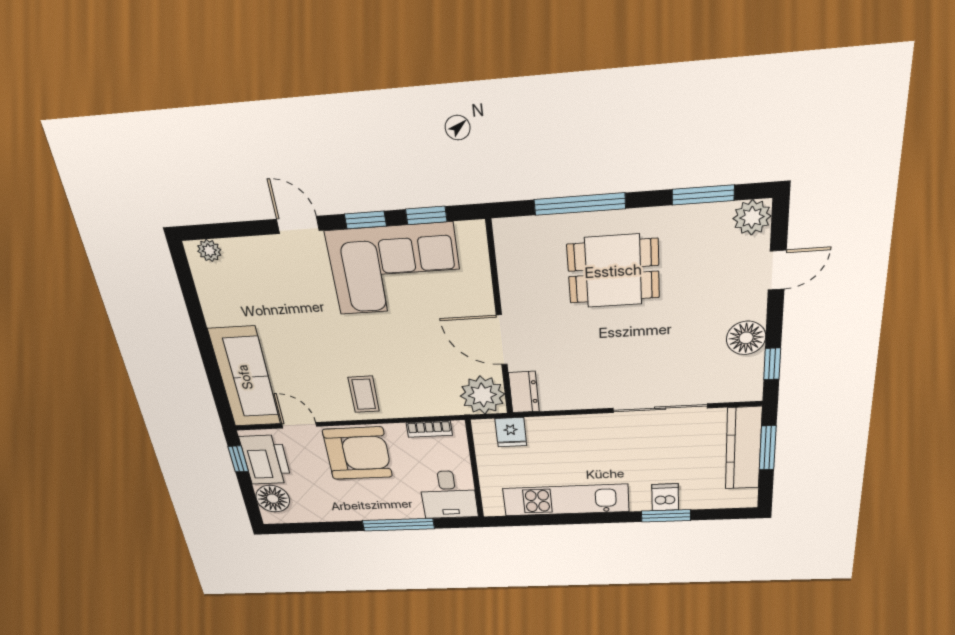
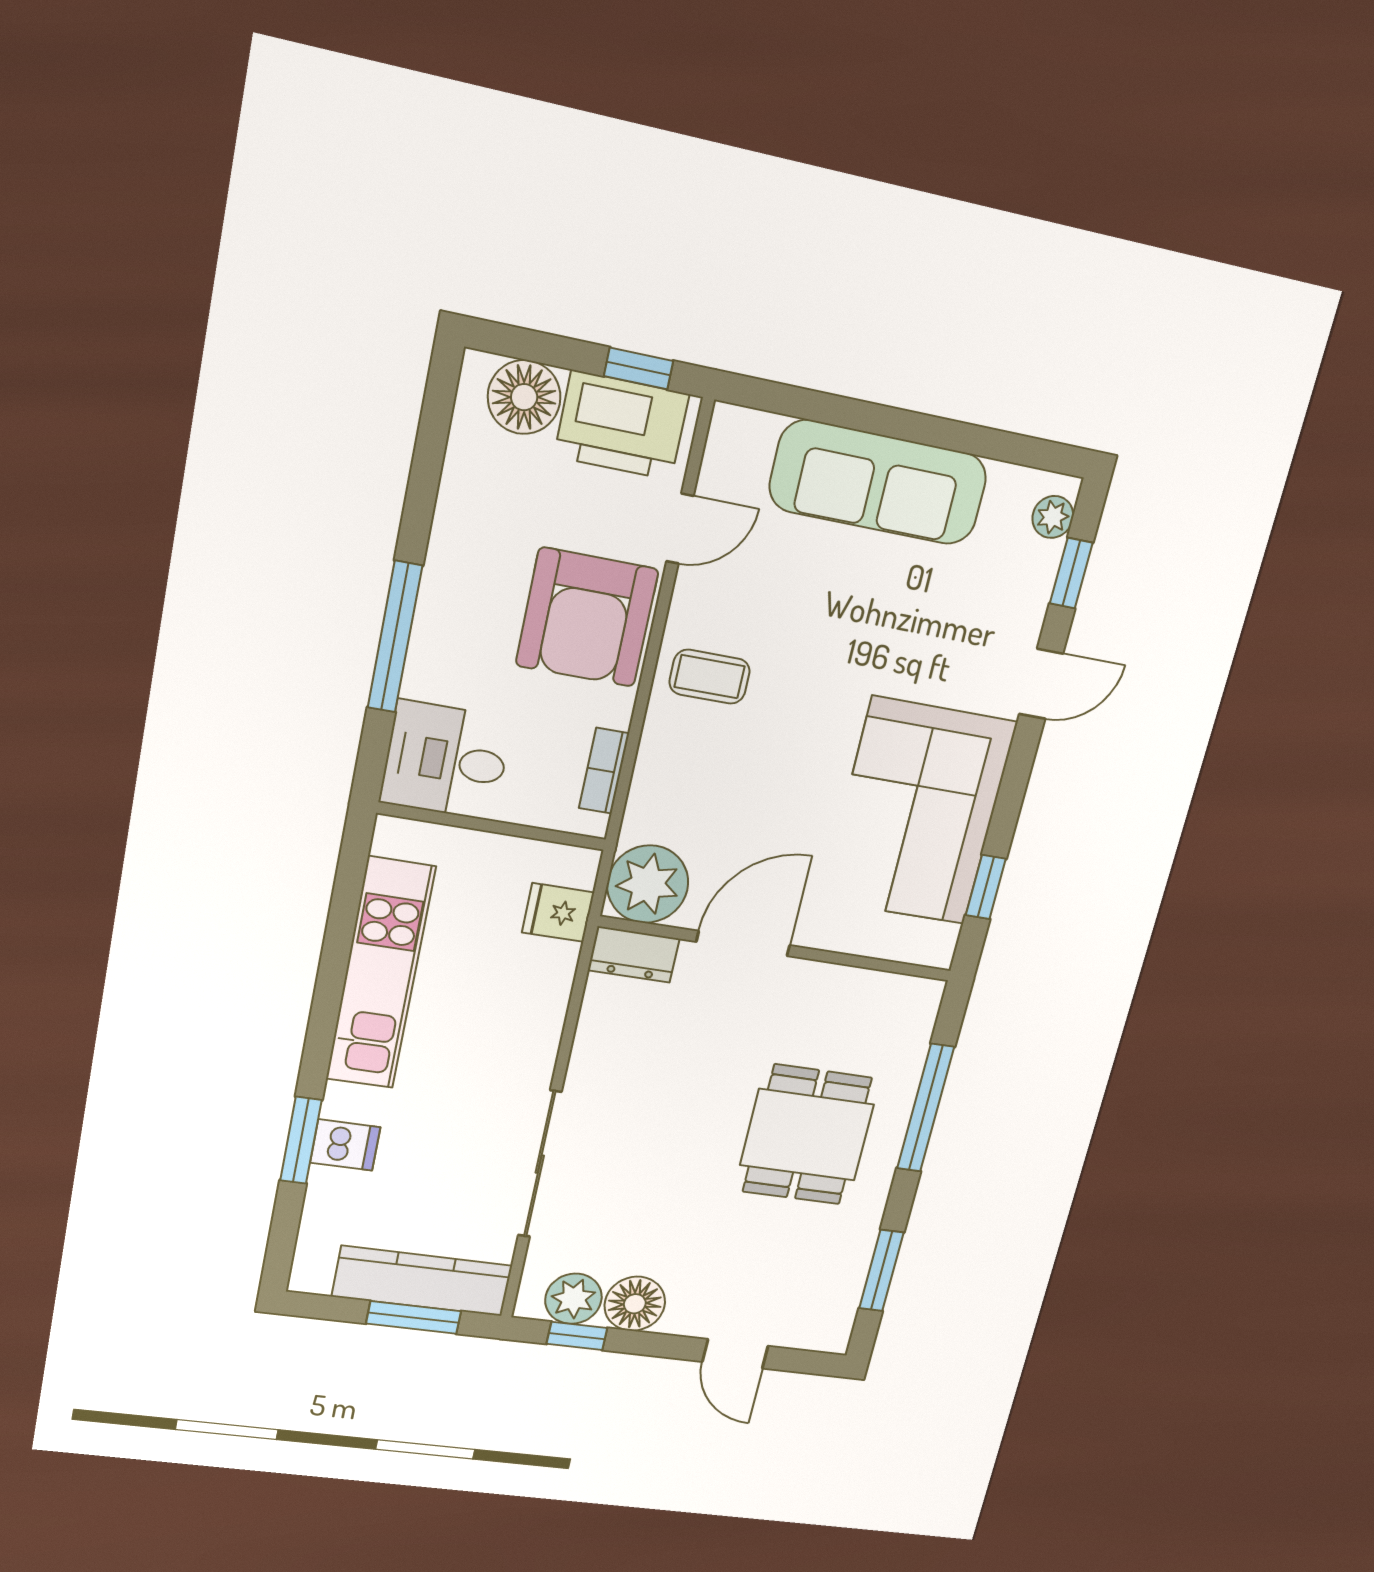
plant: (752, 217) -> (573, 1299), moved
window: (365, 220) -> (1071, 573), moved
sofa: (245, 377) -> (878, 482), moved

